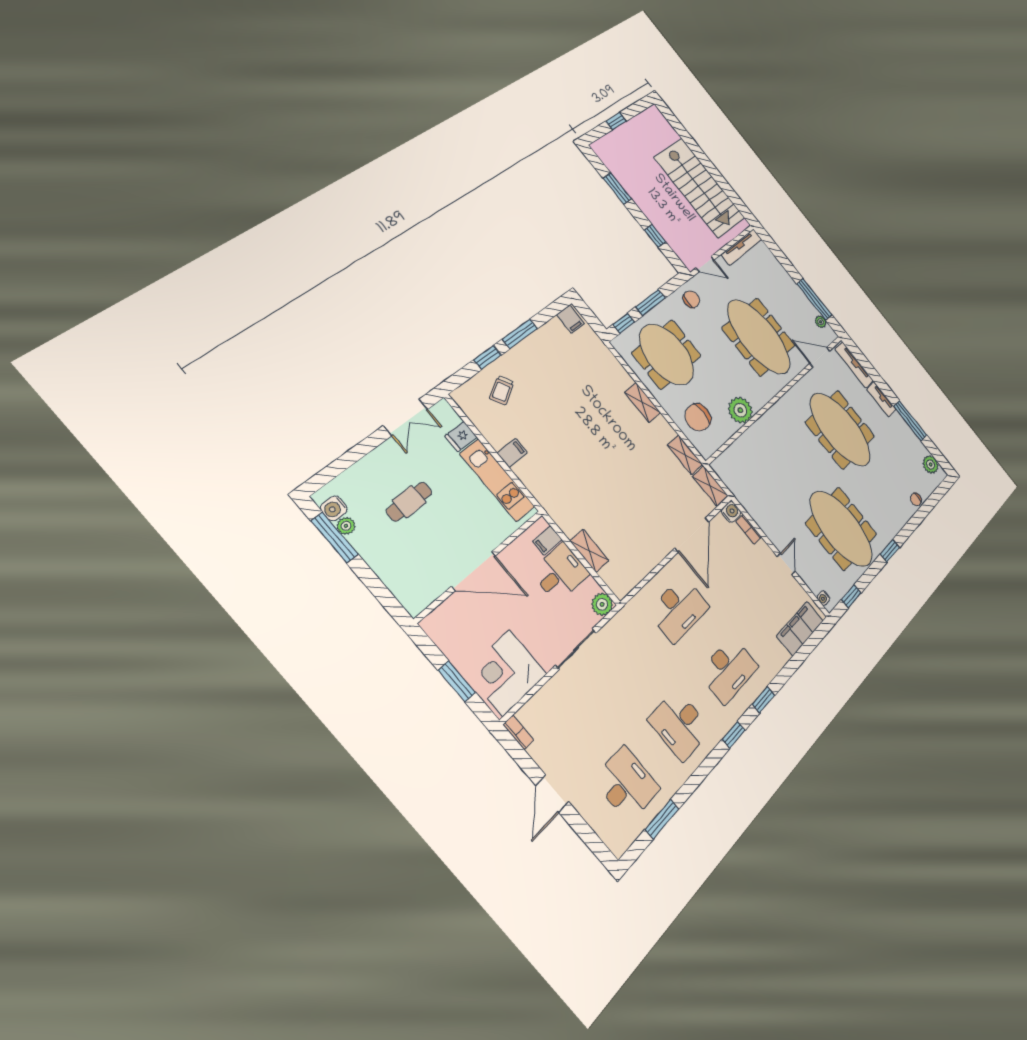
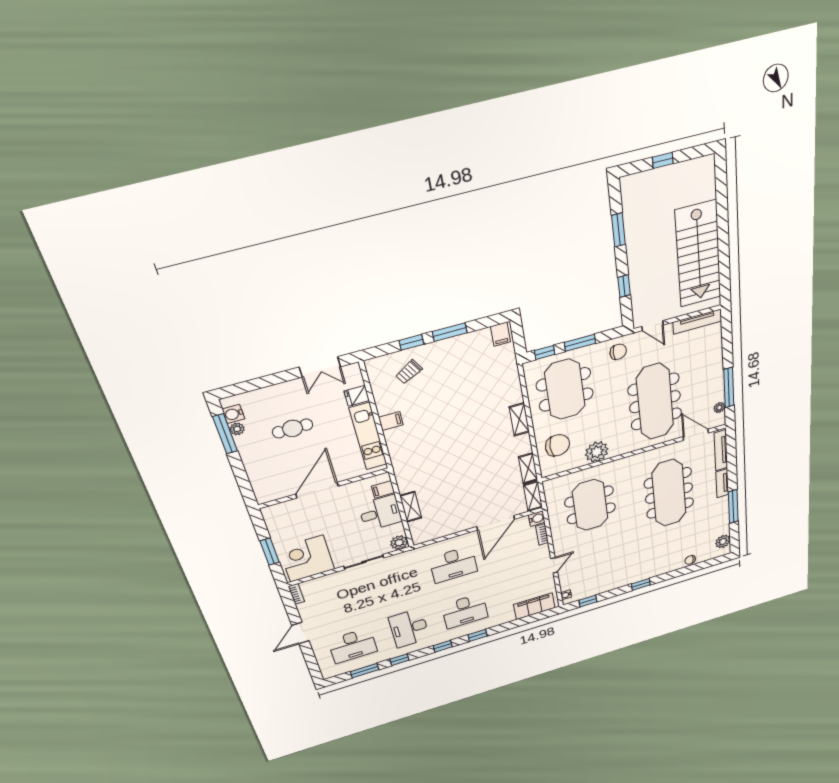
chair: (698, 417) -> (558, 445), turned 180
meeting table: (841, 529) -> (590, 505), moved, width x0.73
door: (474, 571) -> (317, 490), swing flipped
window: (695, 781) -> (399, 660), added
desk: (627, 784) -> (353, 646), turned 90

